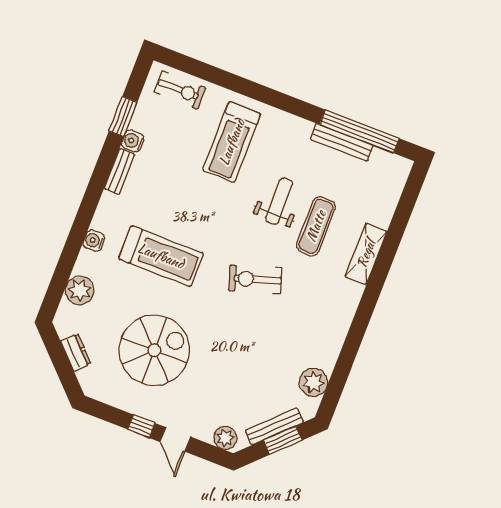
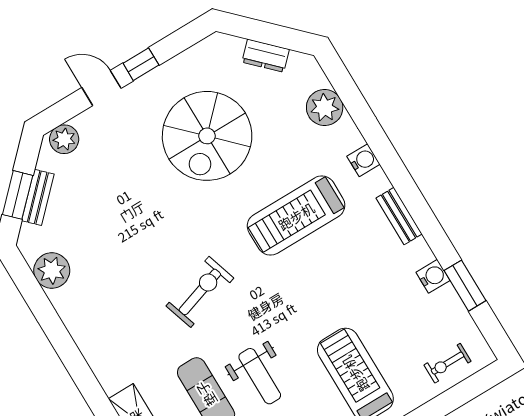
exercise bike: (180, 90) -> (448, 363), width x0.73, depth x0.72
bench: (119, 171) -> (399, 216), moved
bench: (274, 426) -> (38, 197), width x0.73

